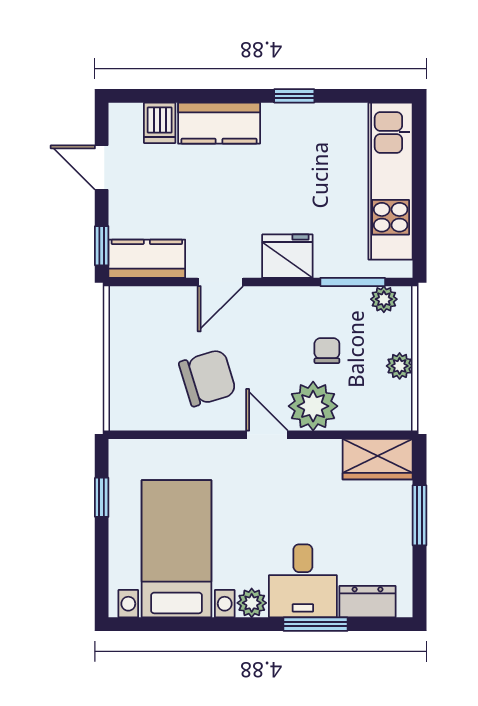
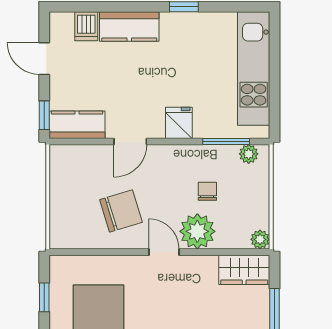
fridge: (287, 256) -> (179, 123), width x0.72
plant: (400, 366) -> (260, 239), moved

